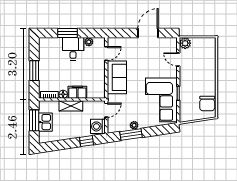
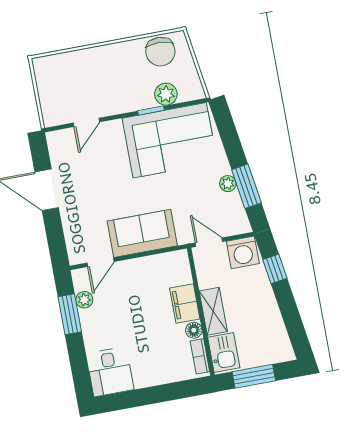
window: (67, 33) -> (70, 314), moved
plant: (185, 43) -> (166, 94), moved
desk: (73, 49) -> (110, 372), moved, turned -90
door: (106, 53) -> (100, 262), swing flipped
window: (34, 71) -> (159, 394), removed
chair: (207, 104) -> (160, 52), turned 92
kitchen sink: (45, 122) -> (224, 352), moved, turned 90

